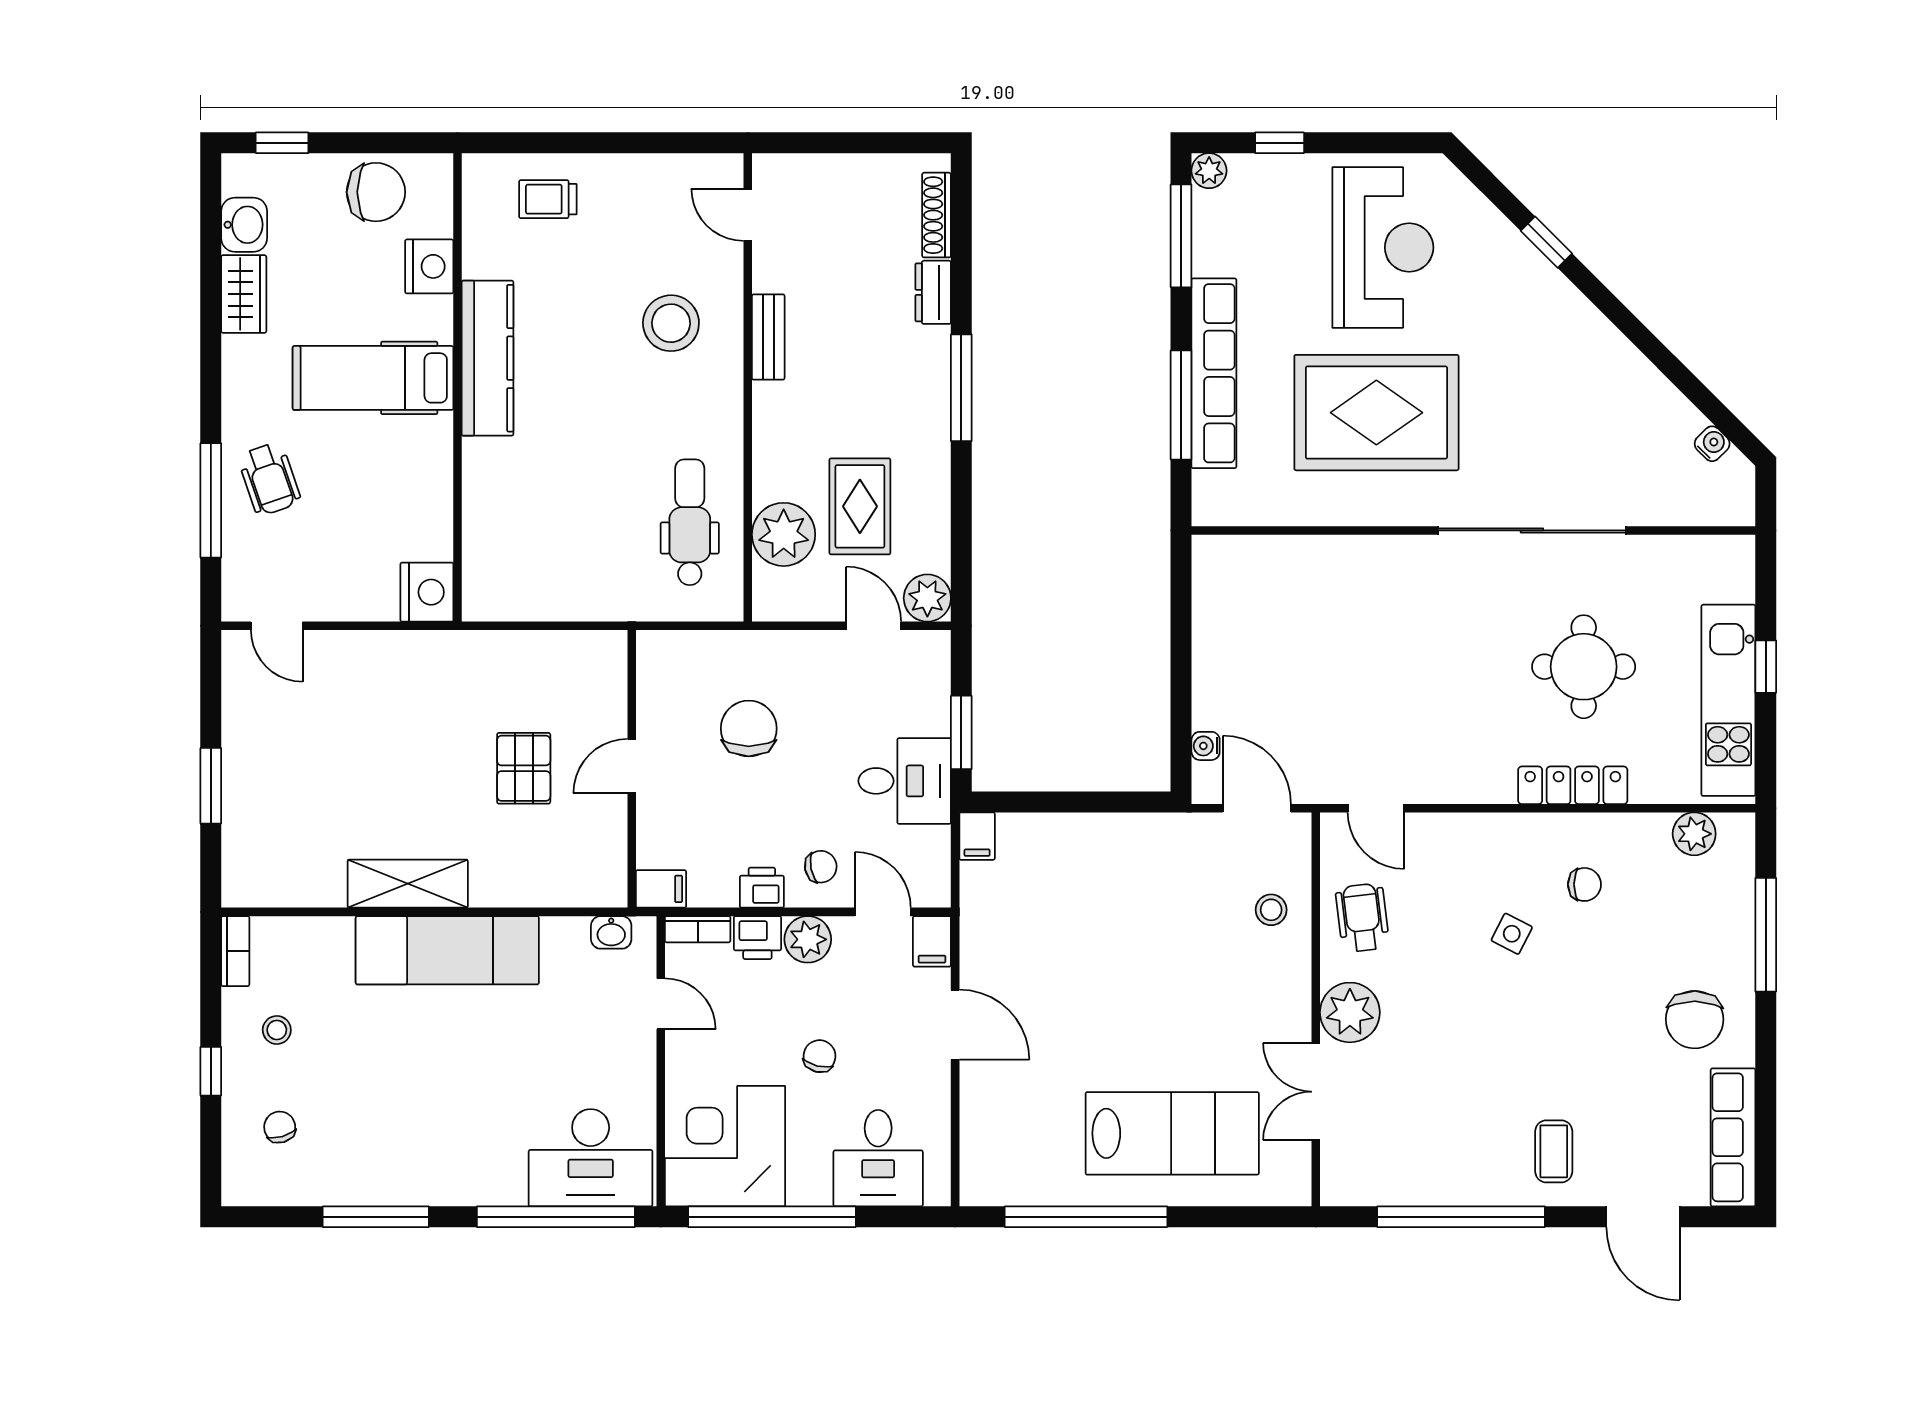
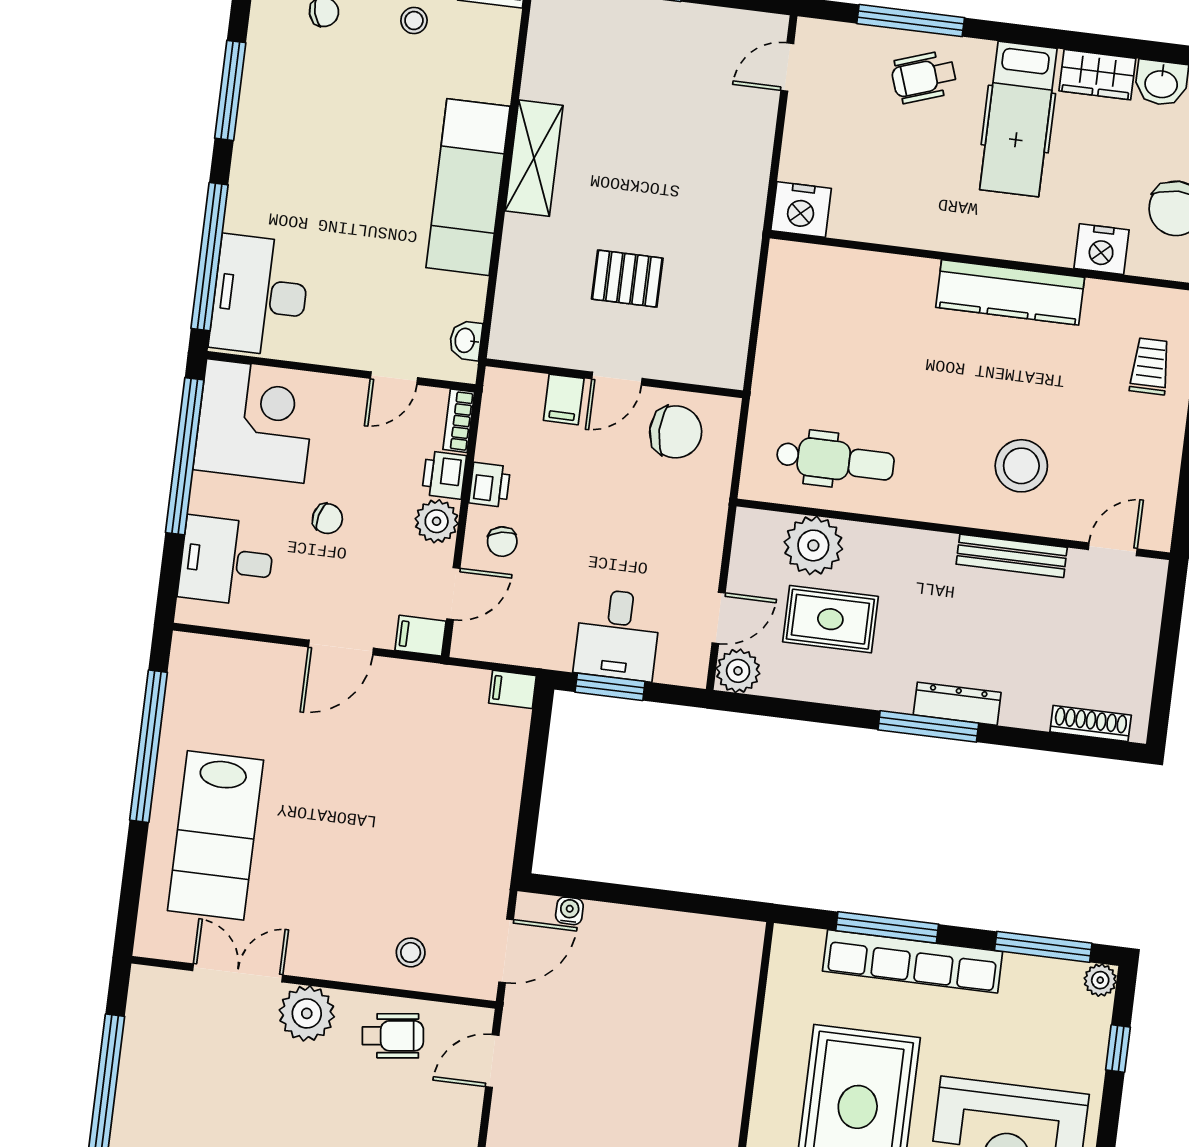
dresser: (933, 292) -> (957, 704), moved, width x1.44
bench: (768, 337) -> (1012, 556), width x1.36
hospital bed: (373, 378) -> (1018, 119), moved, turned 180
chair: (749, 729) -> (676, 432), moved
door: (632, 766) -> (617, 379), swing flipped
desk: (905, 781) -> (618, 635), moved
filing cabinet: (661, 889) -> (564, 399), moved

